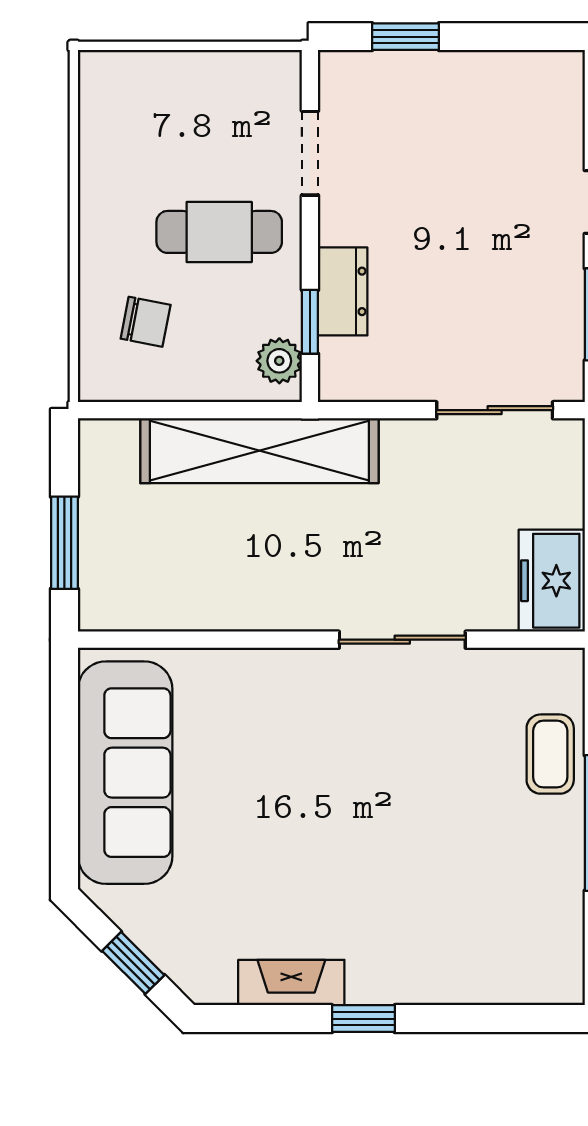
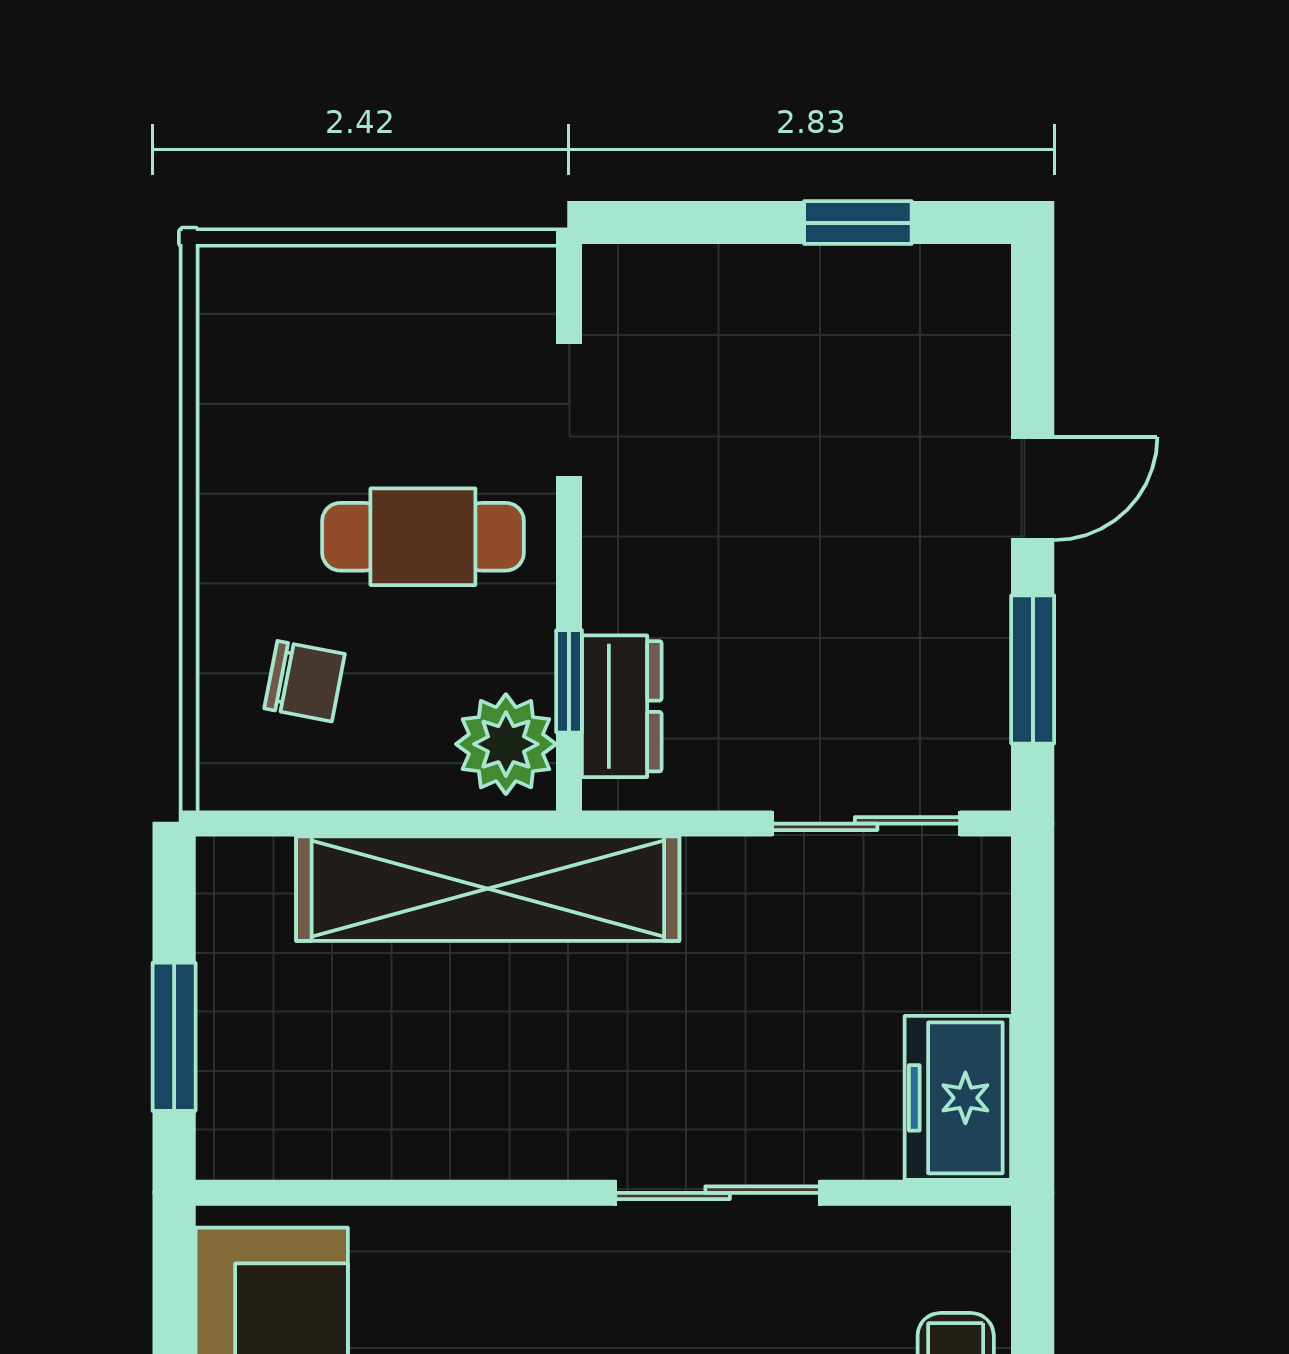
window: (406, 37) -> (858, 223), moved
dresser: (343, 291) -> (622, 706), moved
plant: (279, 361) -> (506, 744), width x1.38, depth x1.38

